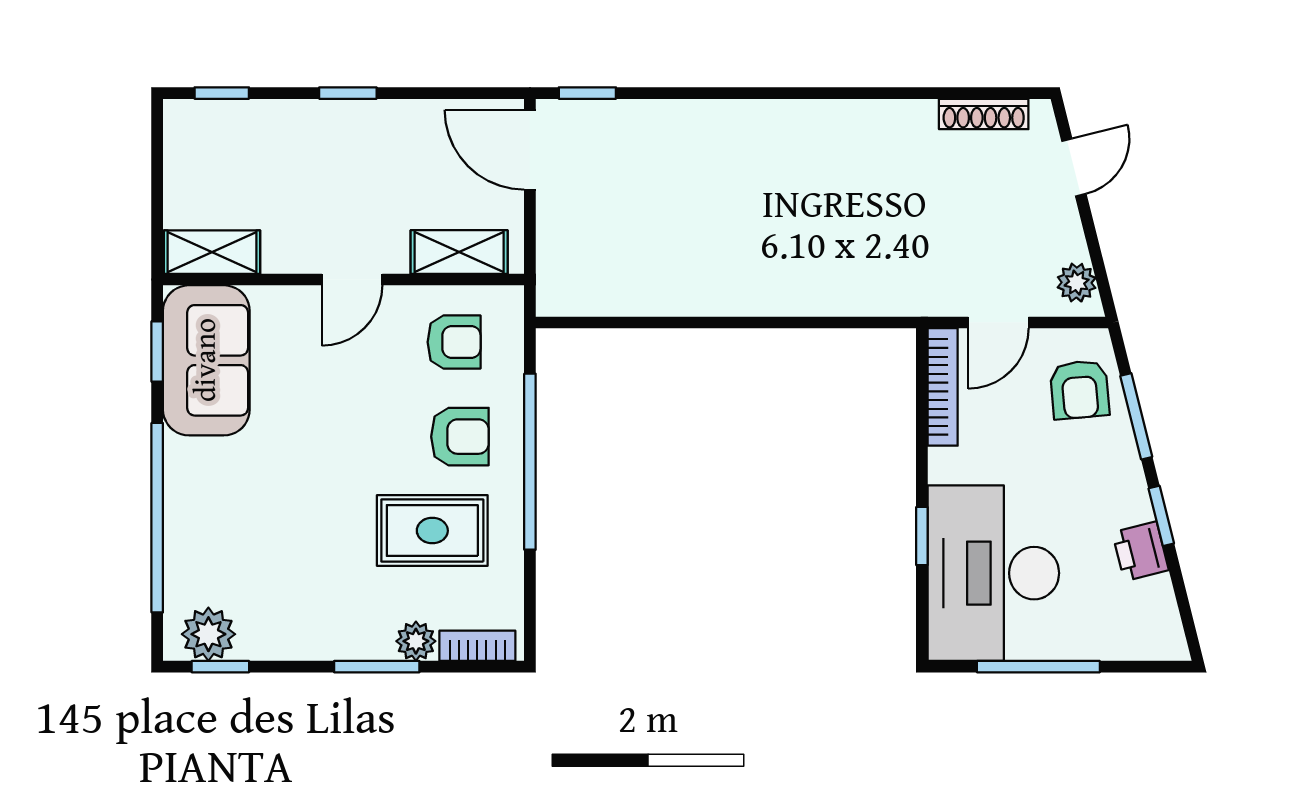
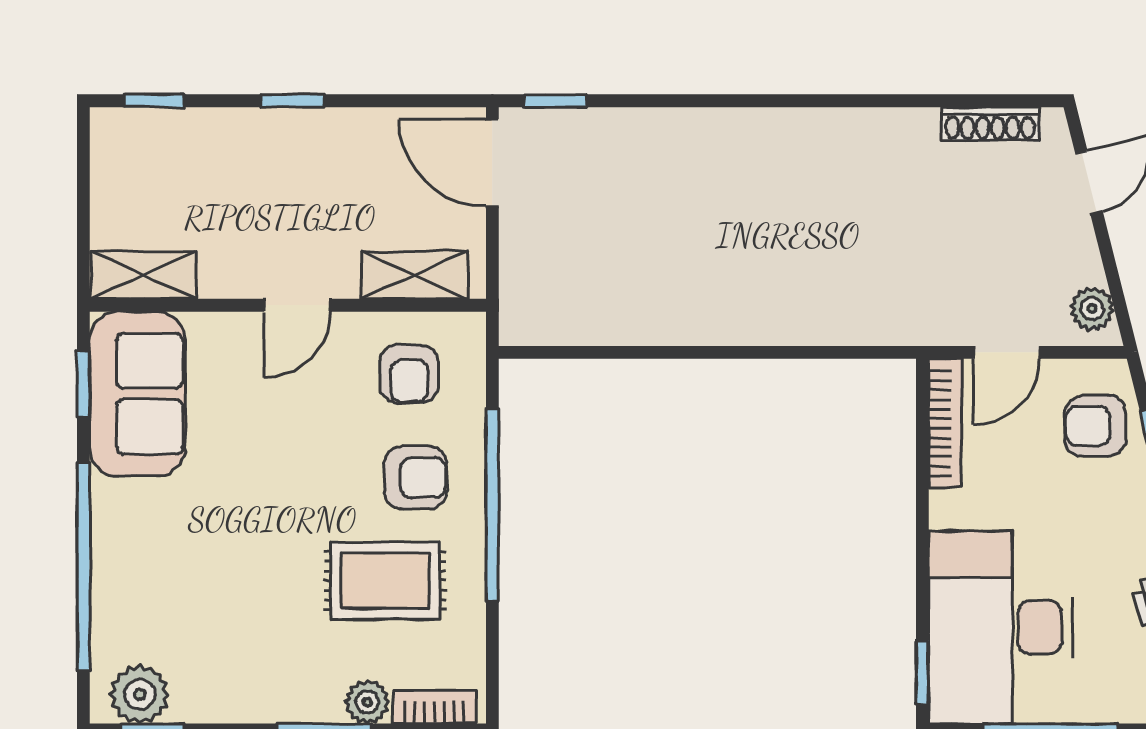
armchair: (454, 342) -> (409, 374), turned 90
armchair: (1080, 390) -> (1095, 426), turned 95
window: (922, 536) -> (922, 672), moved

